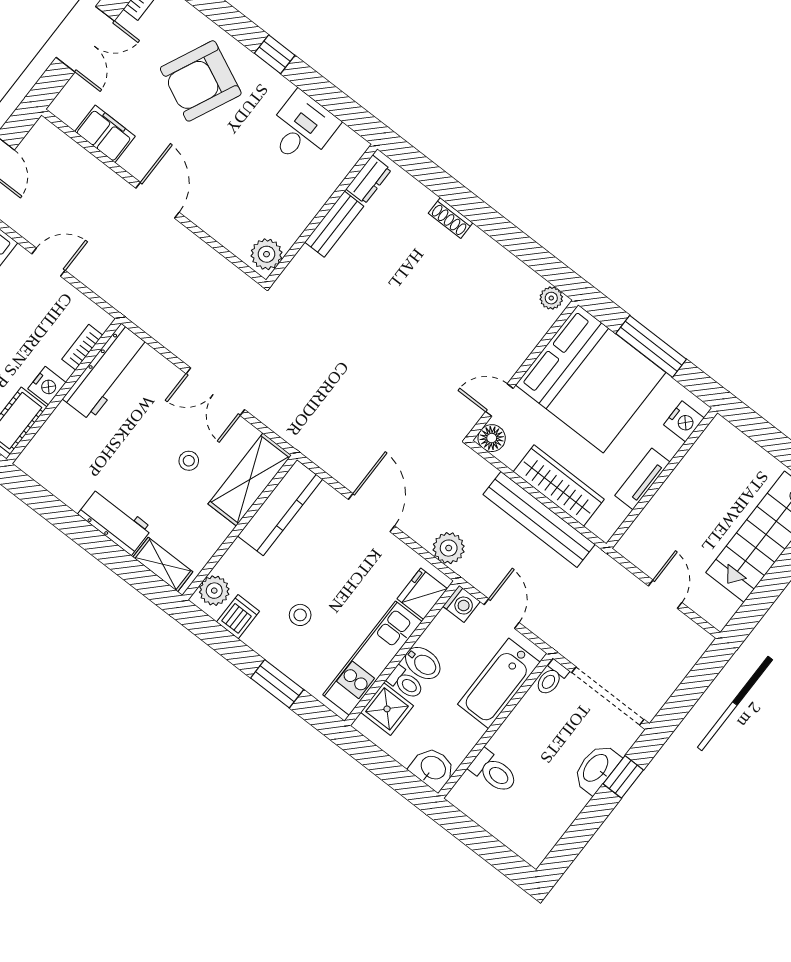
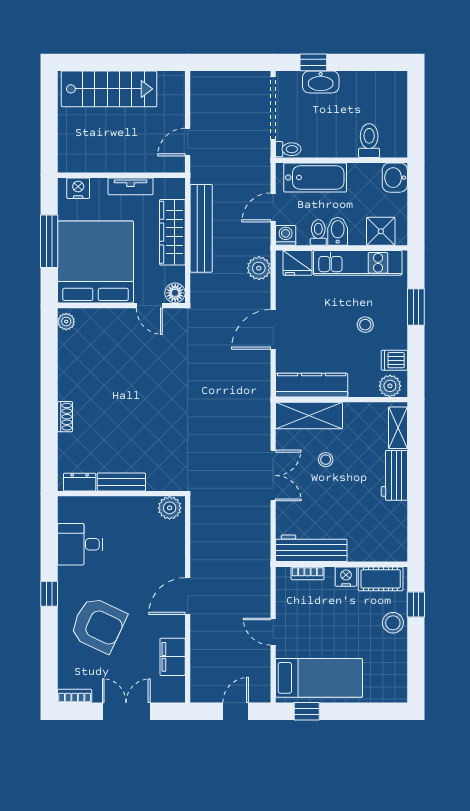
door: (665, 594) -> (188, 142), moved
toilet: (405, 683) -> (318, 232), moved

